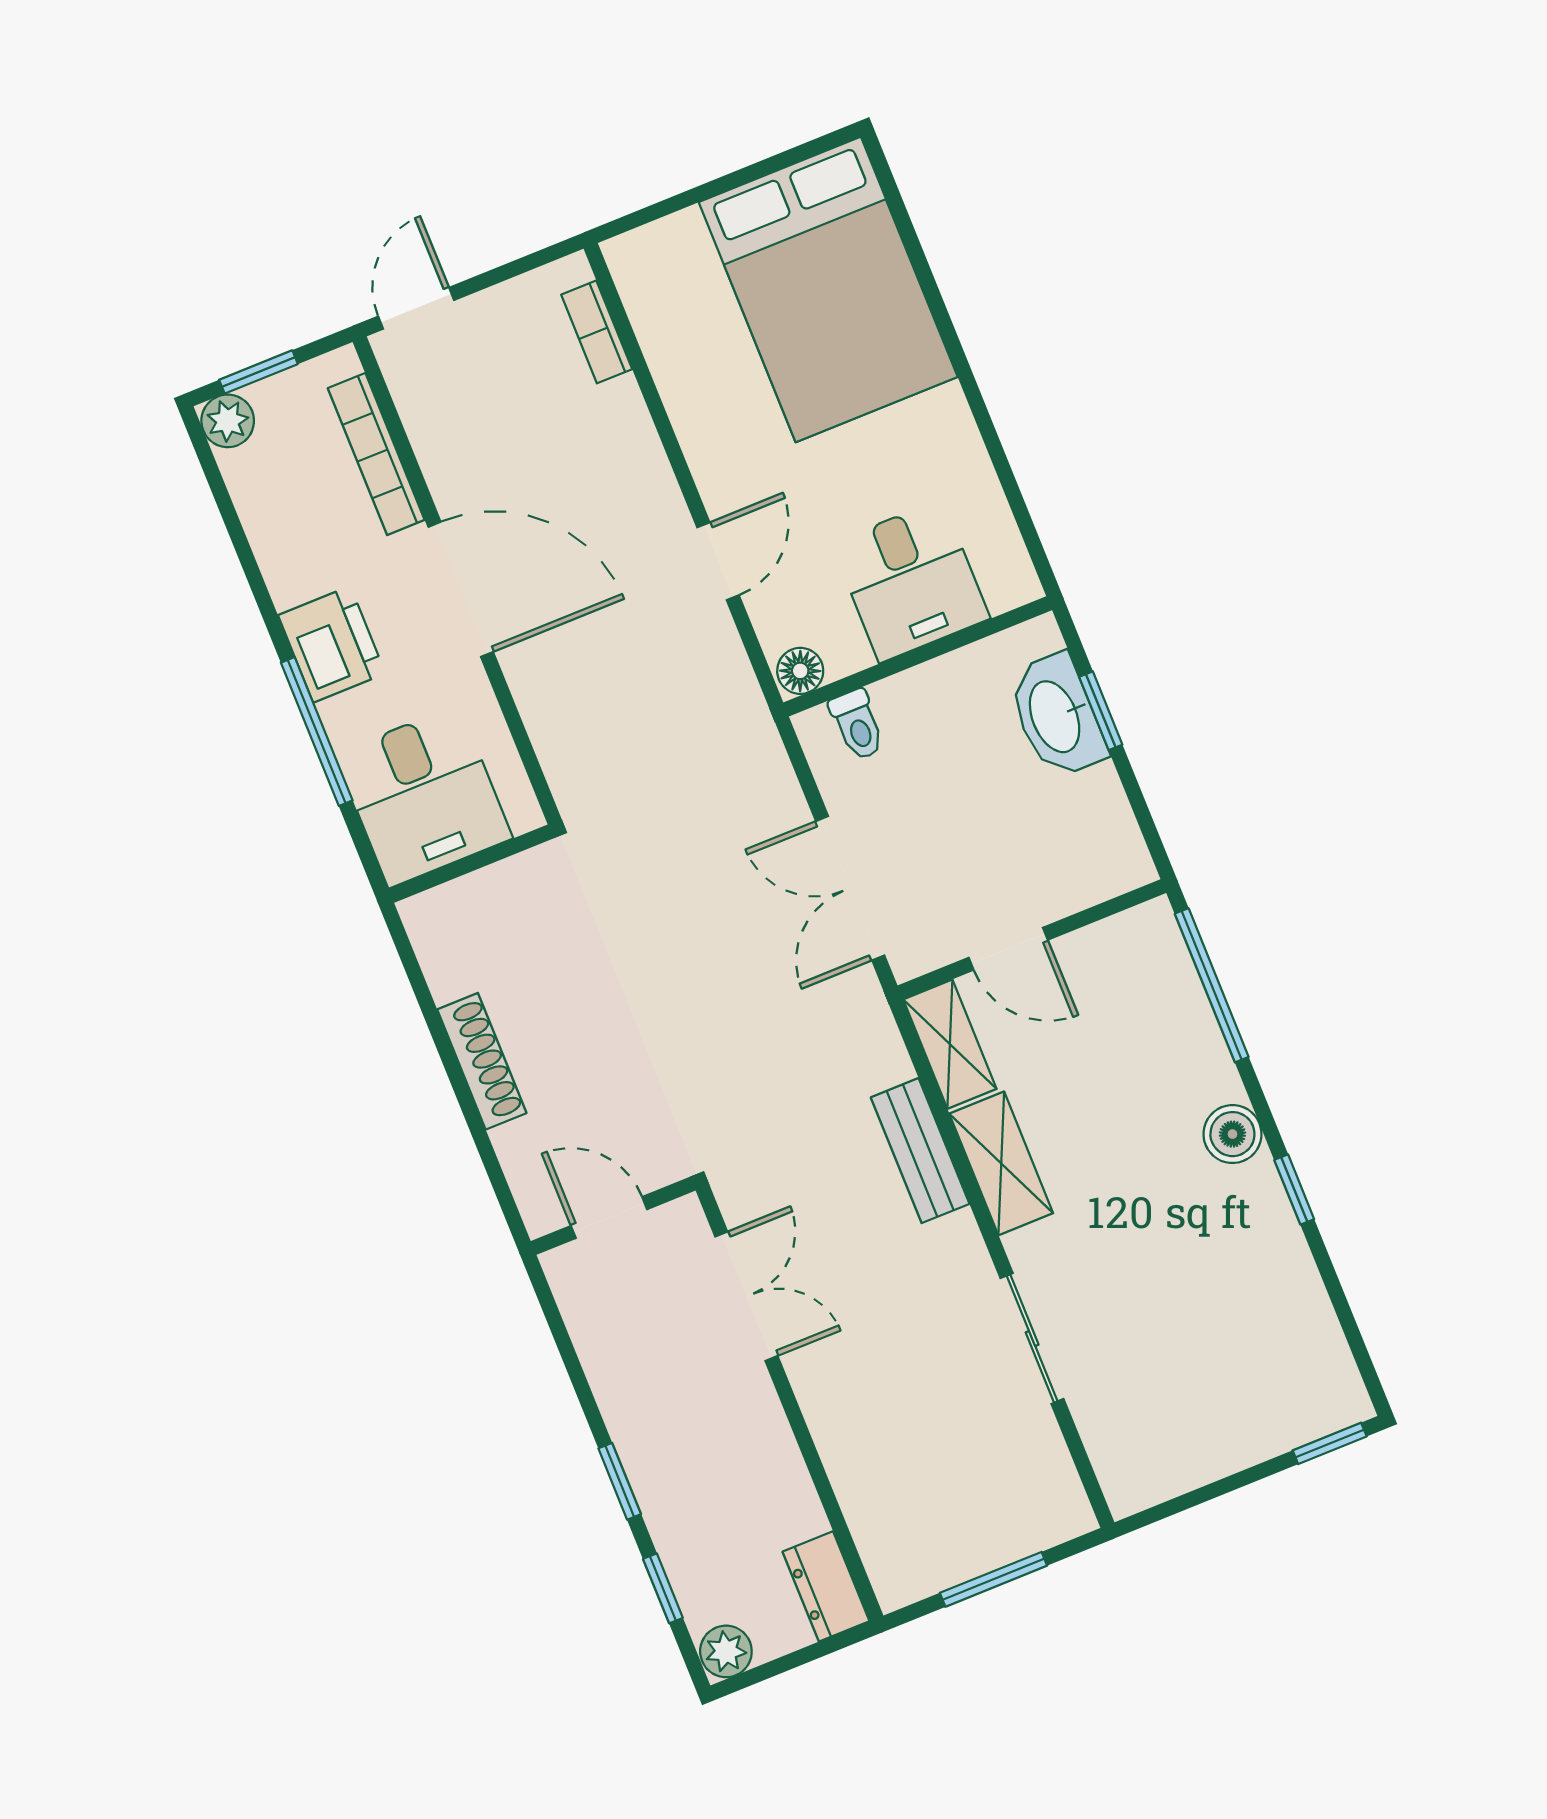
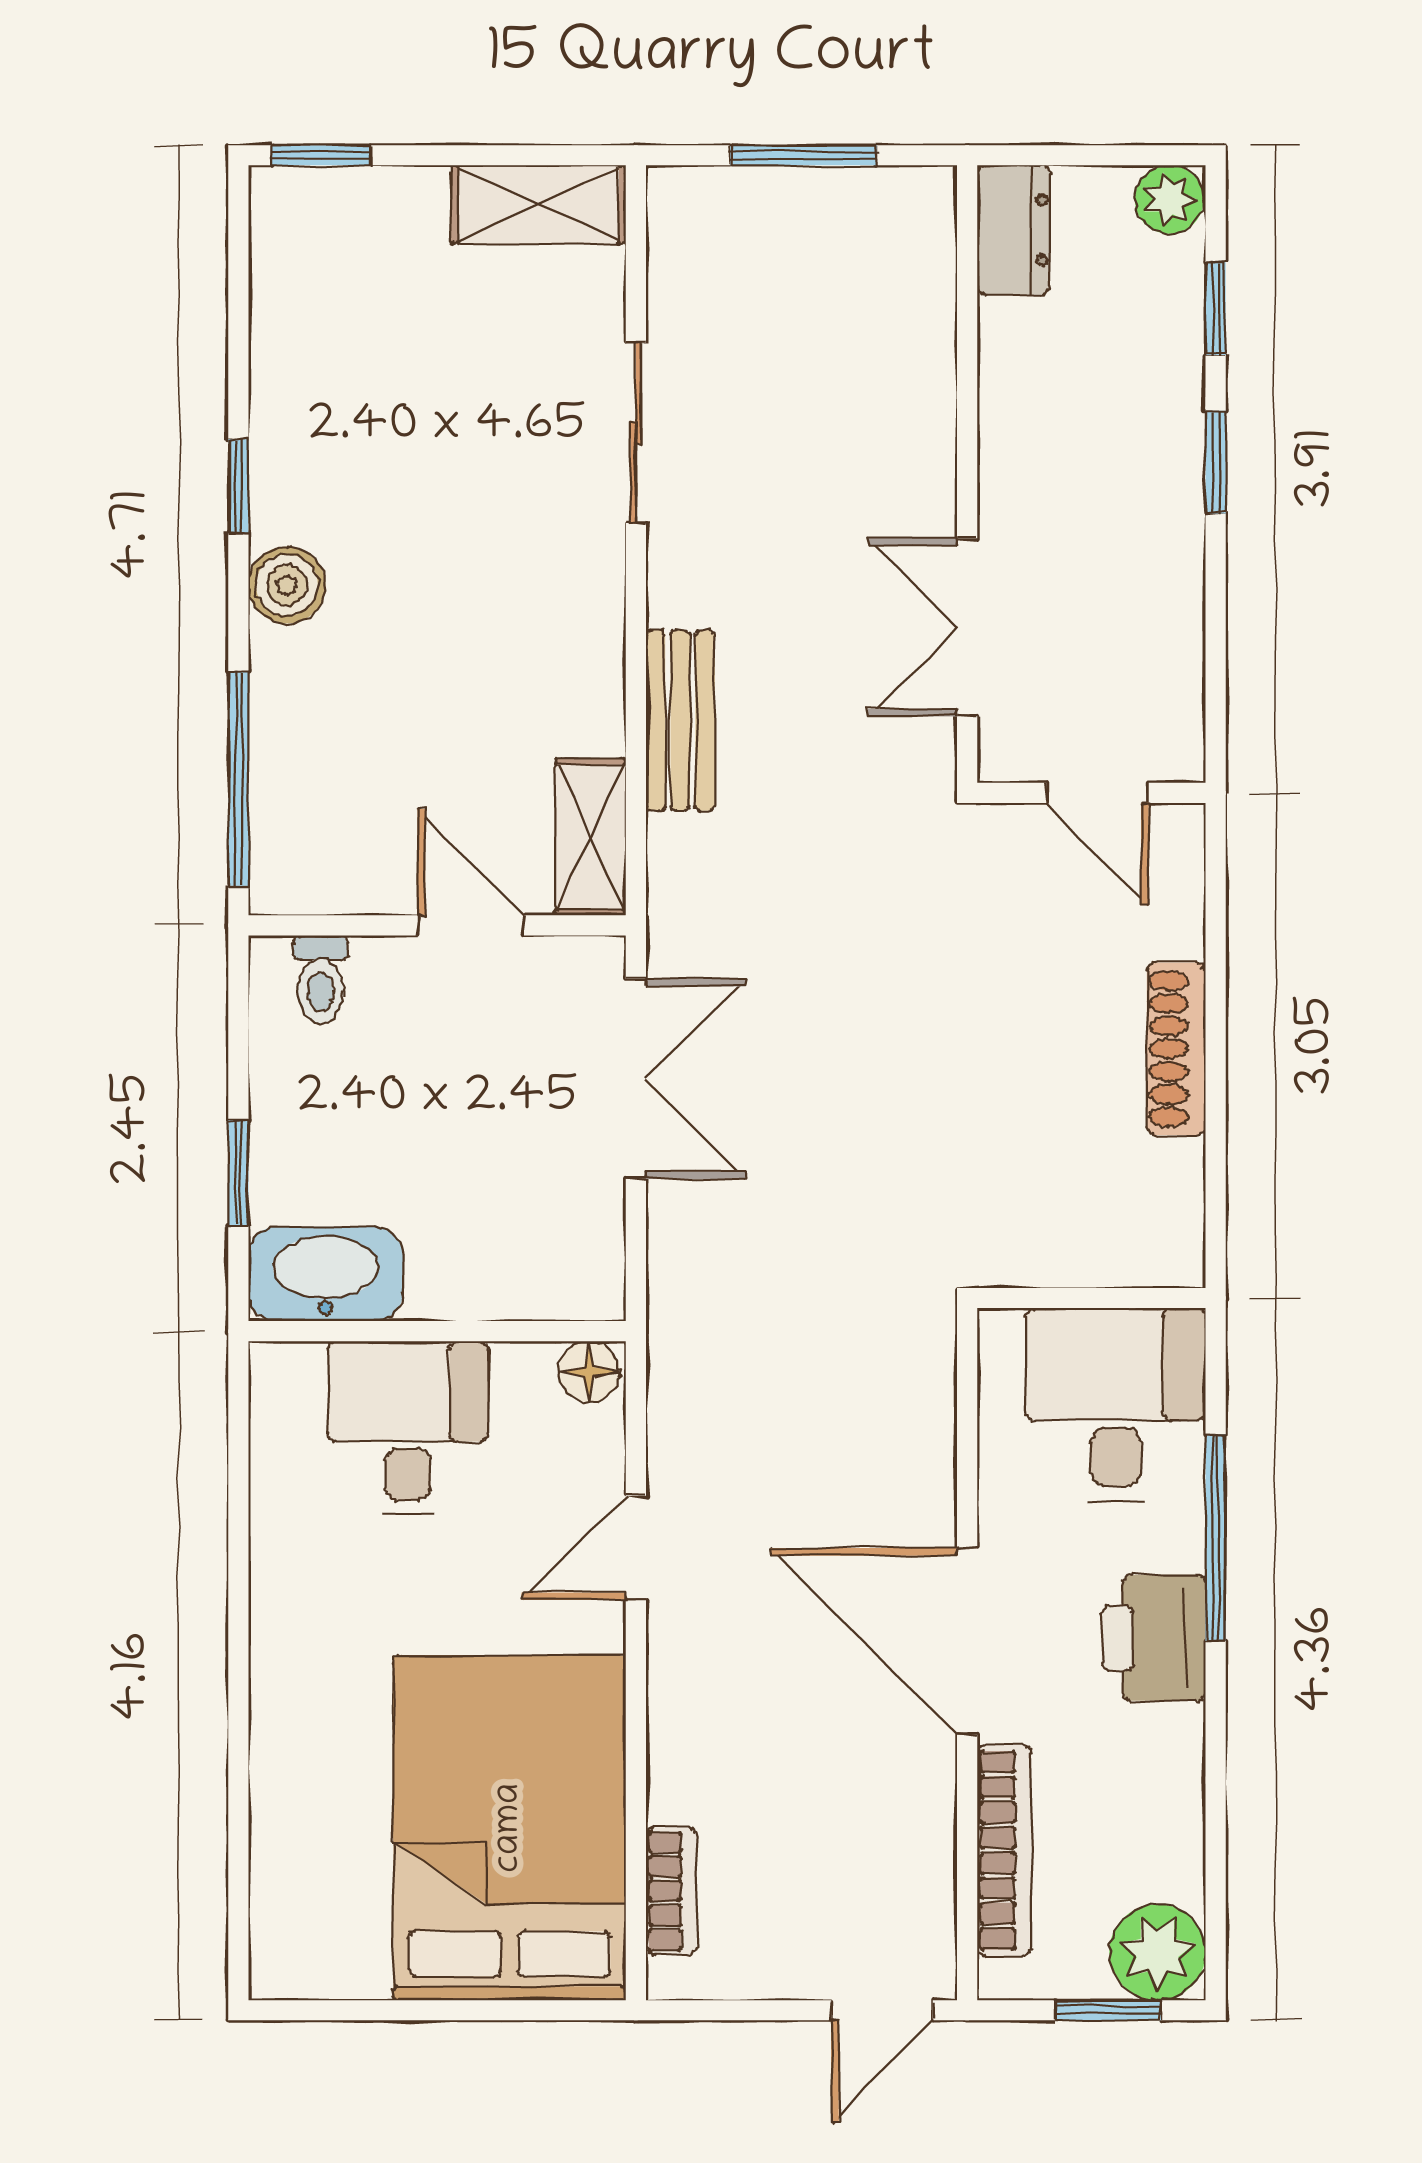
bed: (828, 290) -> (510, 1828), moved
plant: (228, 421) -> (1157, 1952), width x1.38, depth x1.38
washbasin: (1056, 716) -> (326, 1274), moved, turned -90
toilet: (857, 725) -> (321, 980), moved, turned 180
shelving: (1001, 1163) -> (539, 204), moved, turned 90

